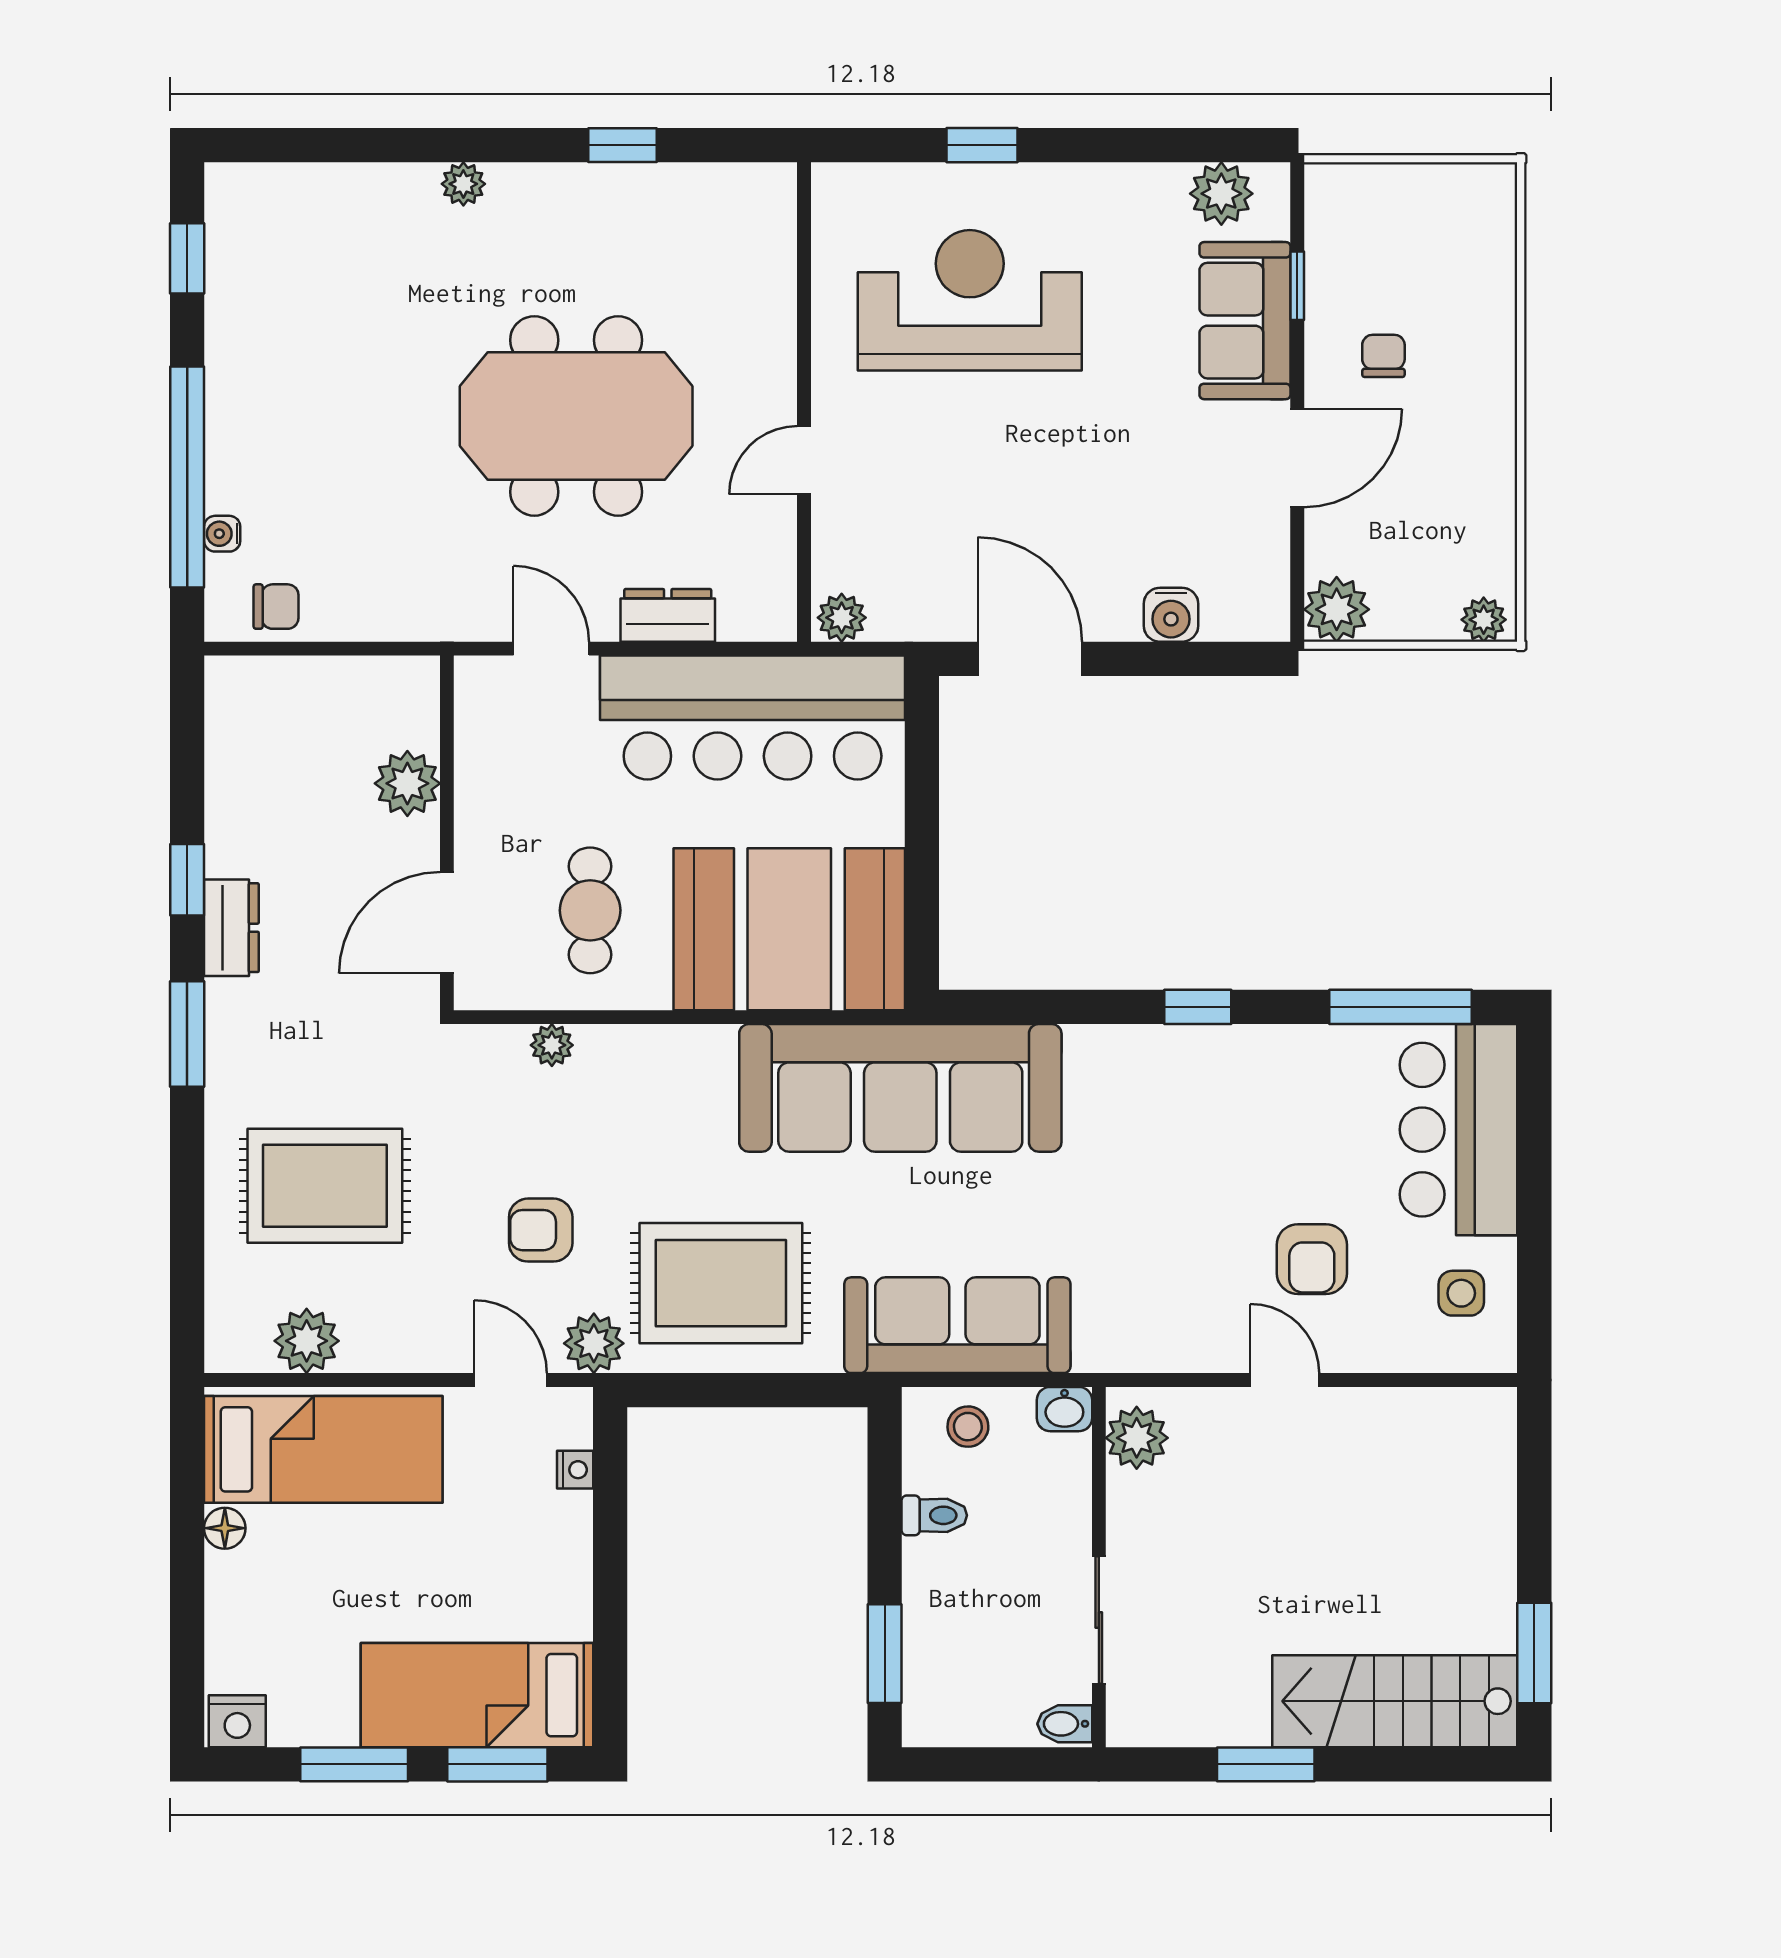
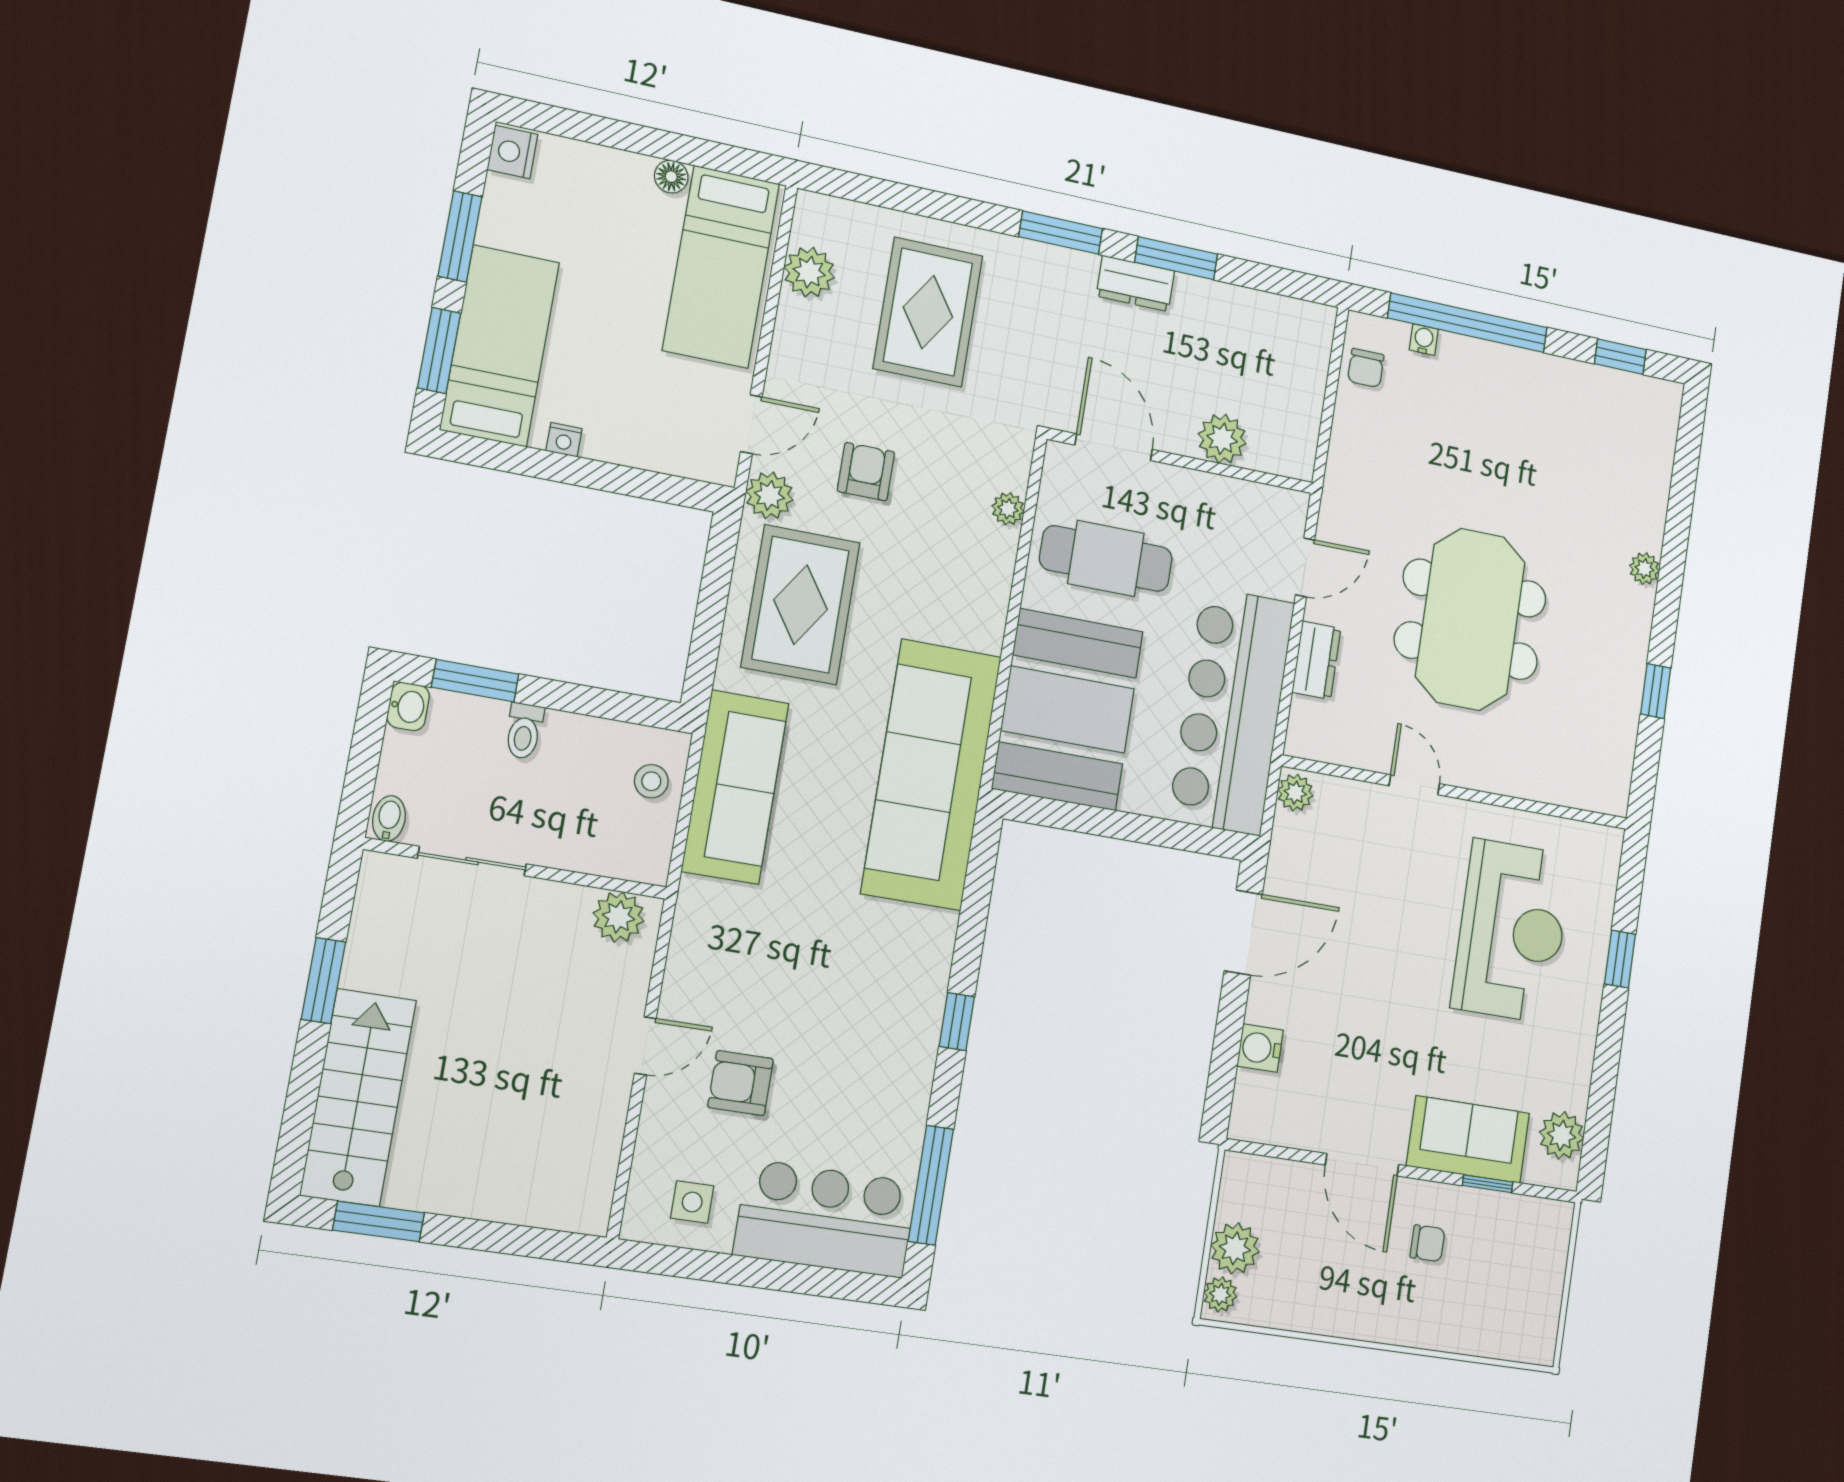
plant: (1337, 609) -> (1235, 1248), moved
window: (187, 880) -> (1176, 258), width x1.50
cafe table: (590, 910) -> (1106, 558), width x1.37, depth x1.35
washbasin: (1064, 1409) -> (408, 706), moved, turned 180
nightstand: (575, 1470) -> (564, 440), moved
toilet: (934, 1515) -> (524, 731), moved

